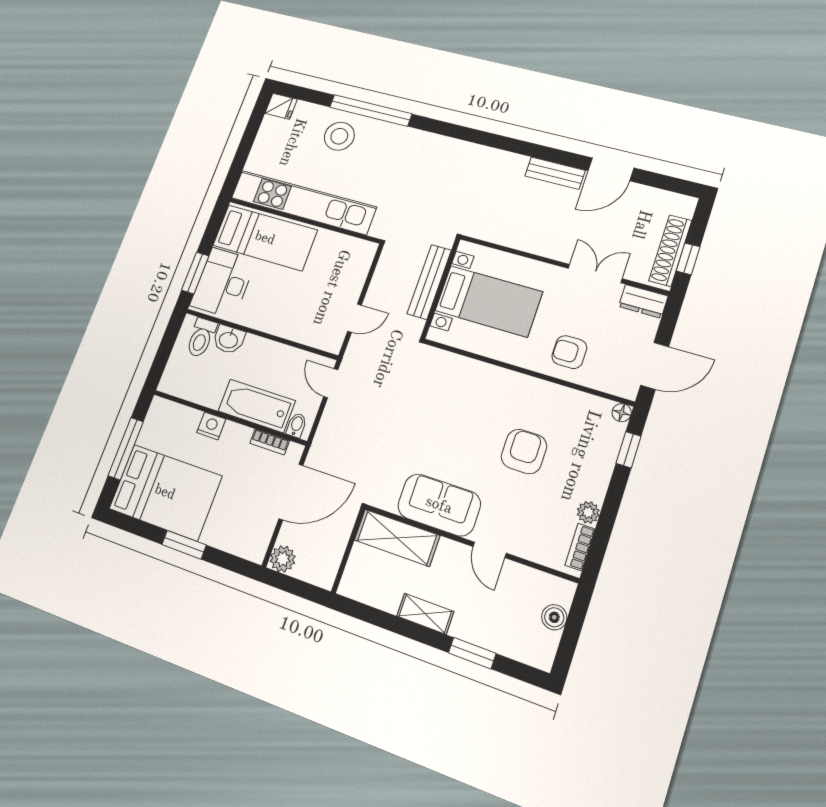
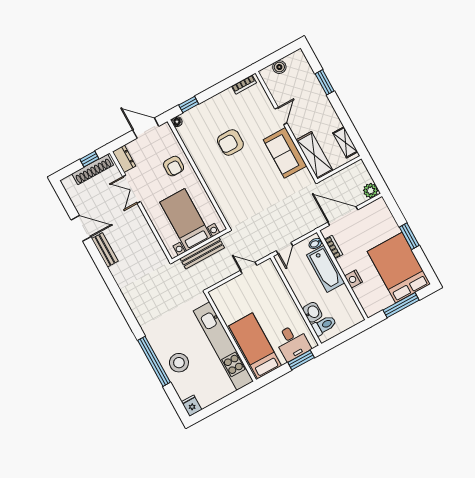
desk: (223, 283) -> (292, 342), width x0.73
plant: (588, 512) -> (228, 95), removed
shelving: (425, 614) -> (345, 142), moved

